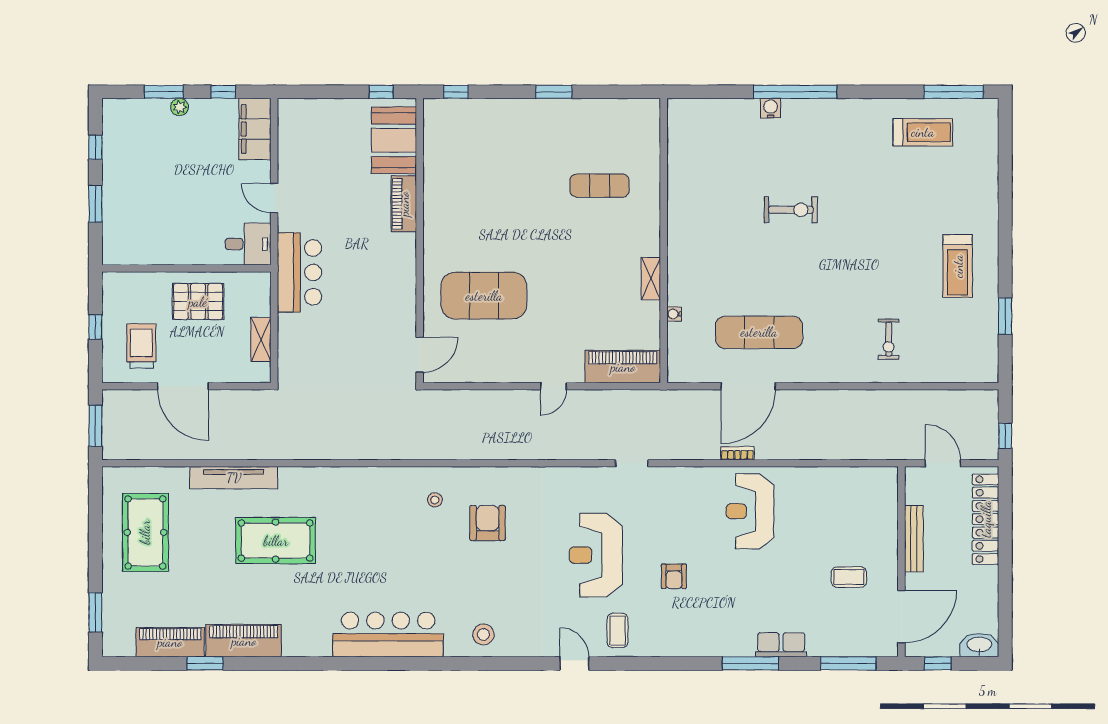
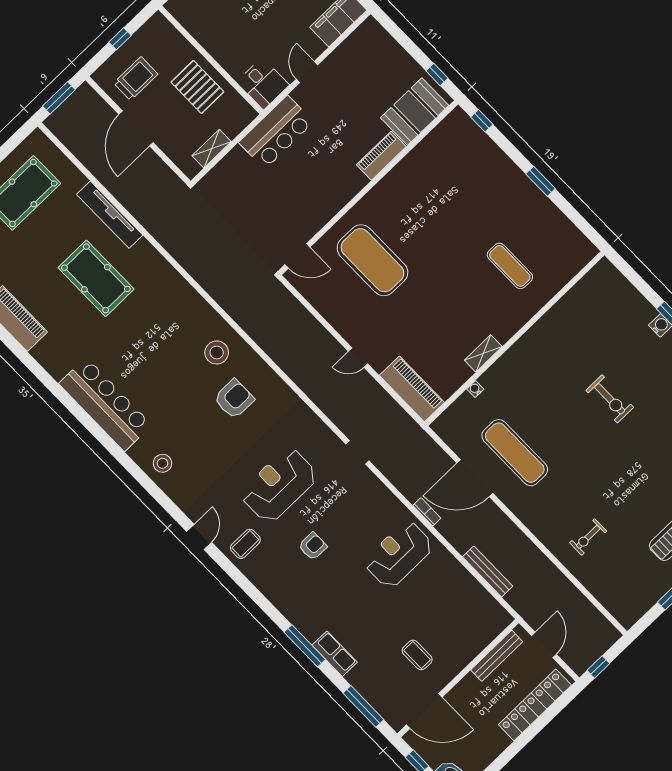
bench: (836, 451) -> (488, 571), added
stool: (435, 500) -> (217, 352), width x1.89, depth x1.89
bench: (914, 539) -> (497, 656), moved
armchair: (674, 576) -> (313, 546), turned 180

